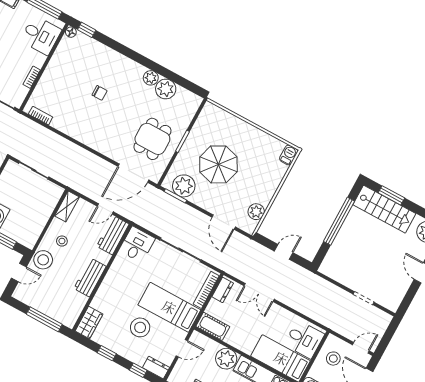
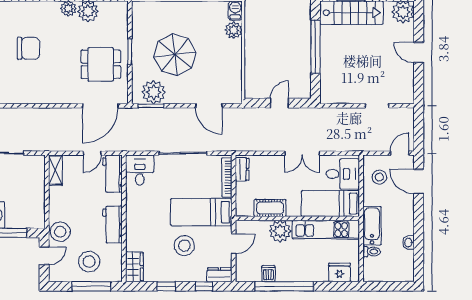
chair: (99, 93) -> (28, 48), width x1.87, depth x1.87
dining table: (152, 139) -> (101, 64), turned 90
plant: (256, 212) -> (234, 30), moved
stool: (62, 241) -> (89, 262), moved, width x1.89, depth x1.89
double door: (259, 293) -> (302, 153), moved
cot: (213, 326) -> (270, 208), moved

